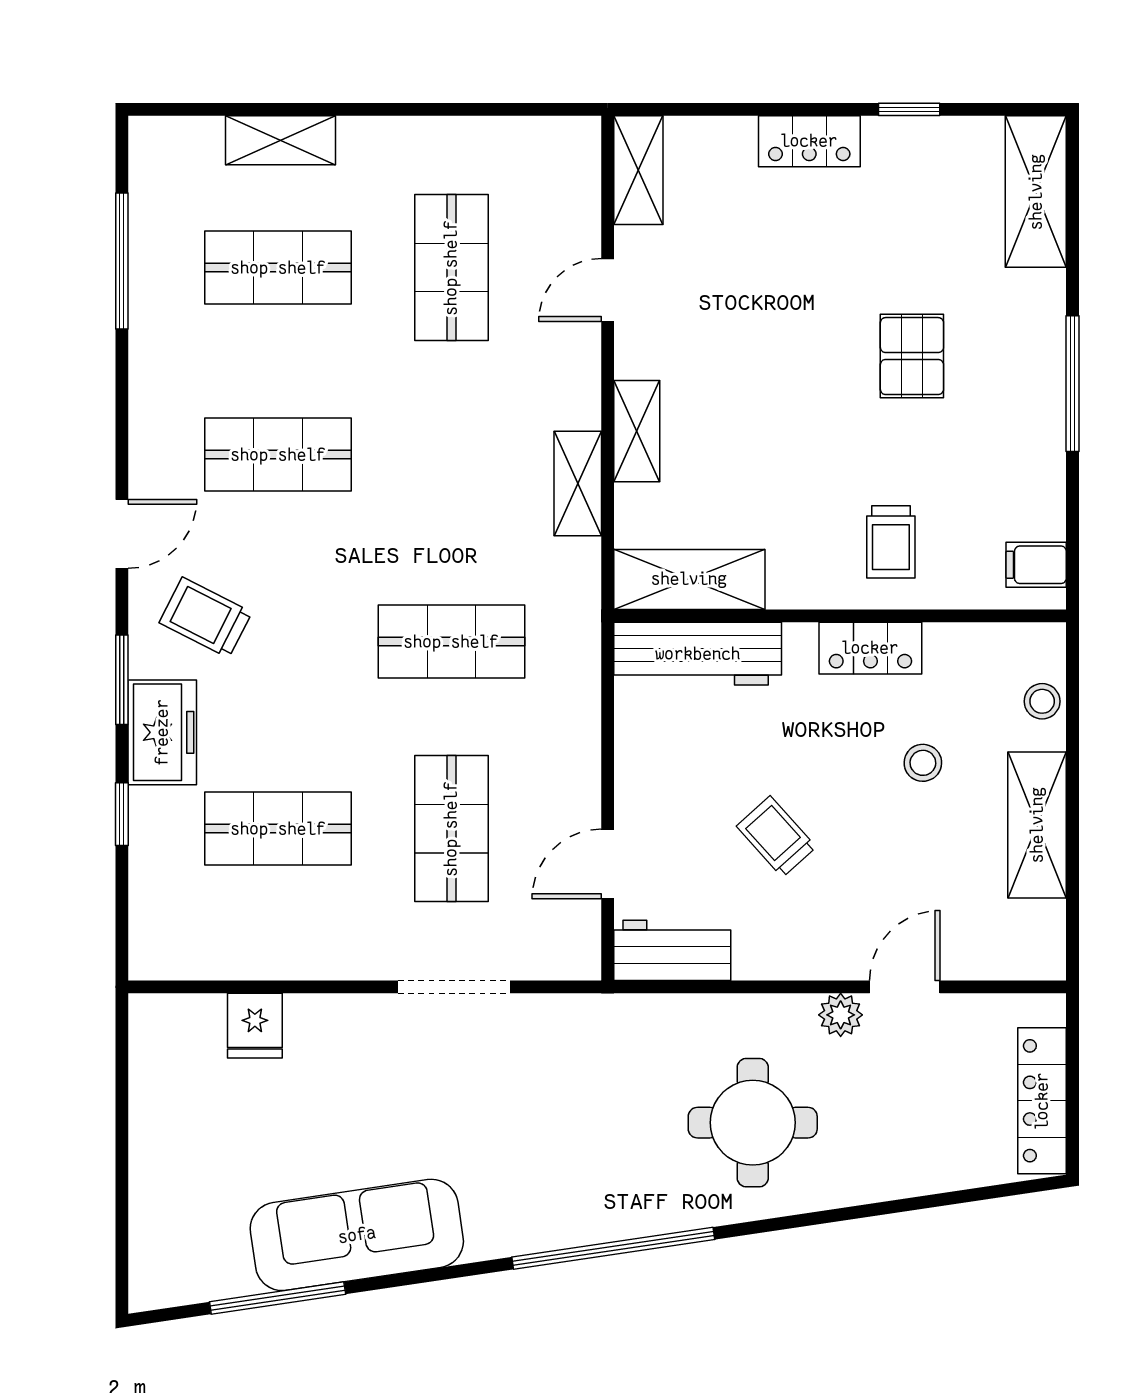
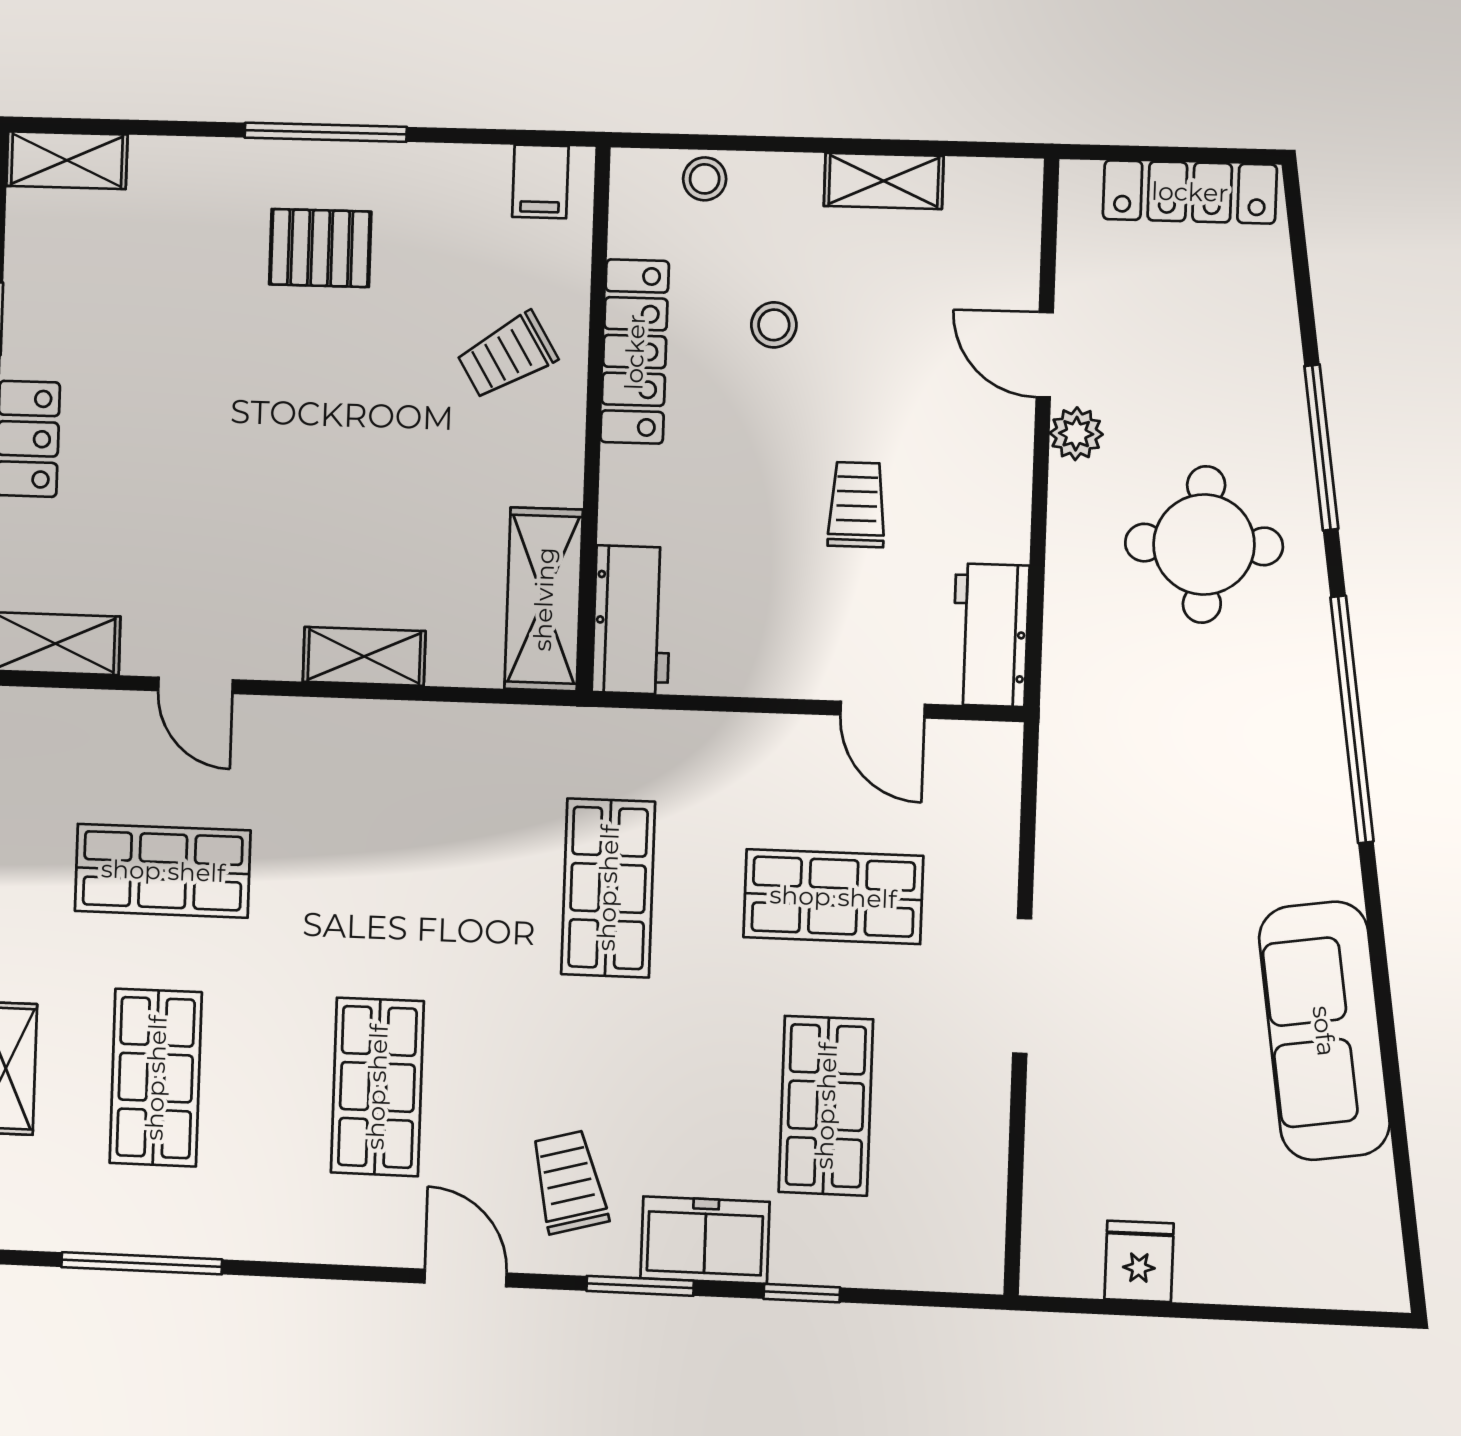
shelving: (1036, 192) -> (67, 160), width x0.67, depth x0.75
pallet: (912, 356) -> (320, 248), moved
shelving: (578, 483) -> (424, 729), removed
trolley: (891, 542) -> (507, 356), turned 149
trolley: (206, 617) -> (569, 1182), turned 138
locker: (870, 648) -> (635, 352), width x1.53
workbench: (698, 654) -> (632, 620), width x0.73
shelving: (1037, 825) -> (884, 181), width x0.67, depth x0.75
trolley: (776, 837) -> (857, 505), turned 132
doorway: (454, 987) -> (1022, 986), moved
fridge: (255, 1026) -> (1139, 1261), moved, turned -90
window: (278, 1298) -> (1321, 448), moved

